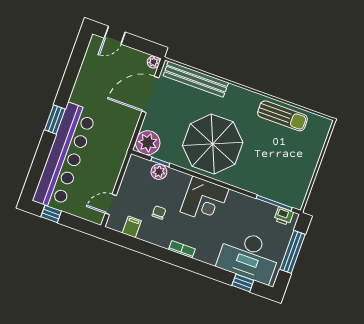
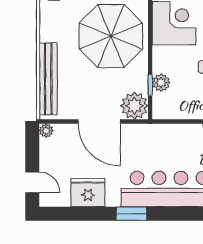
fridge: (90, 78) -> (88, 193), added
door: (150, 94) -> (99, 122), moved
window: (55, 119) -> (131, 214), moved

